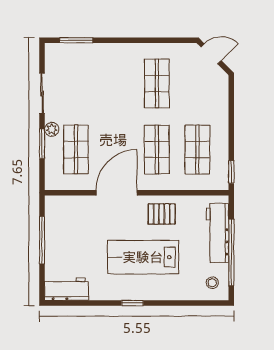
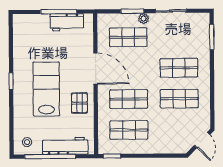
shop shelf: (116, 83) -> (179, 68), added
workbench: (67, 289) -> (67, 22), moved, turned 90

